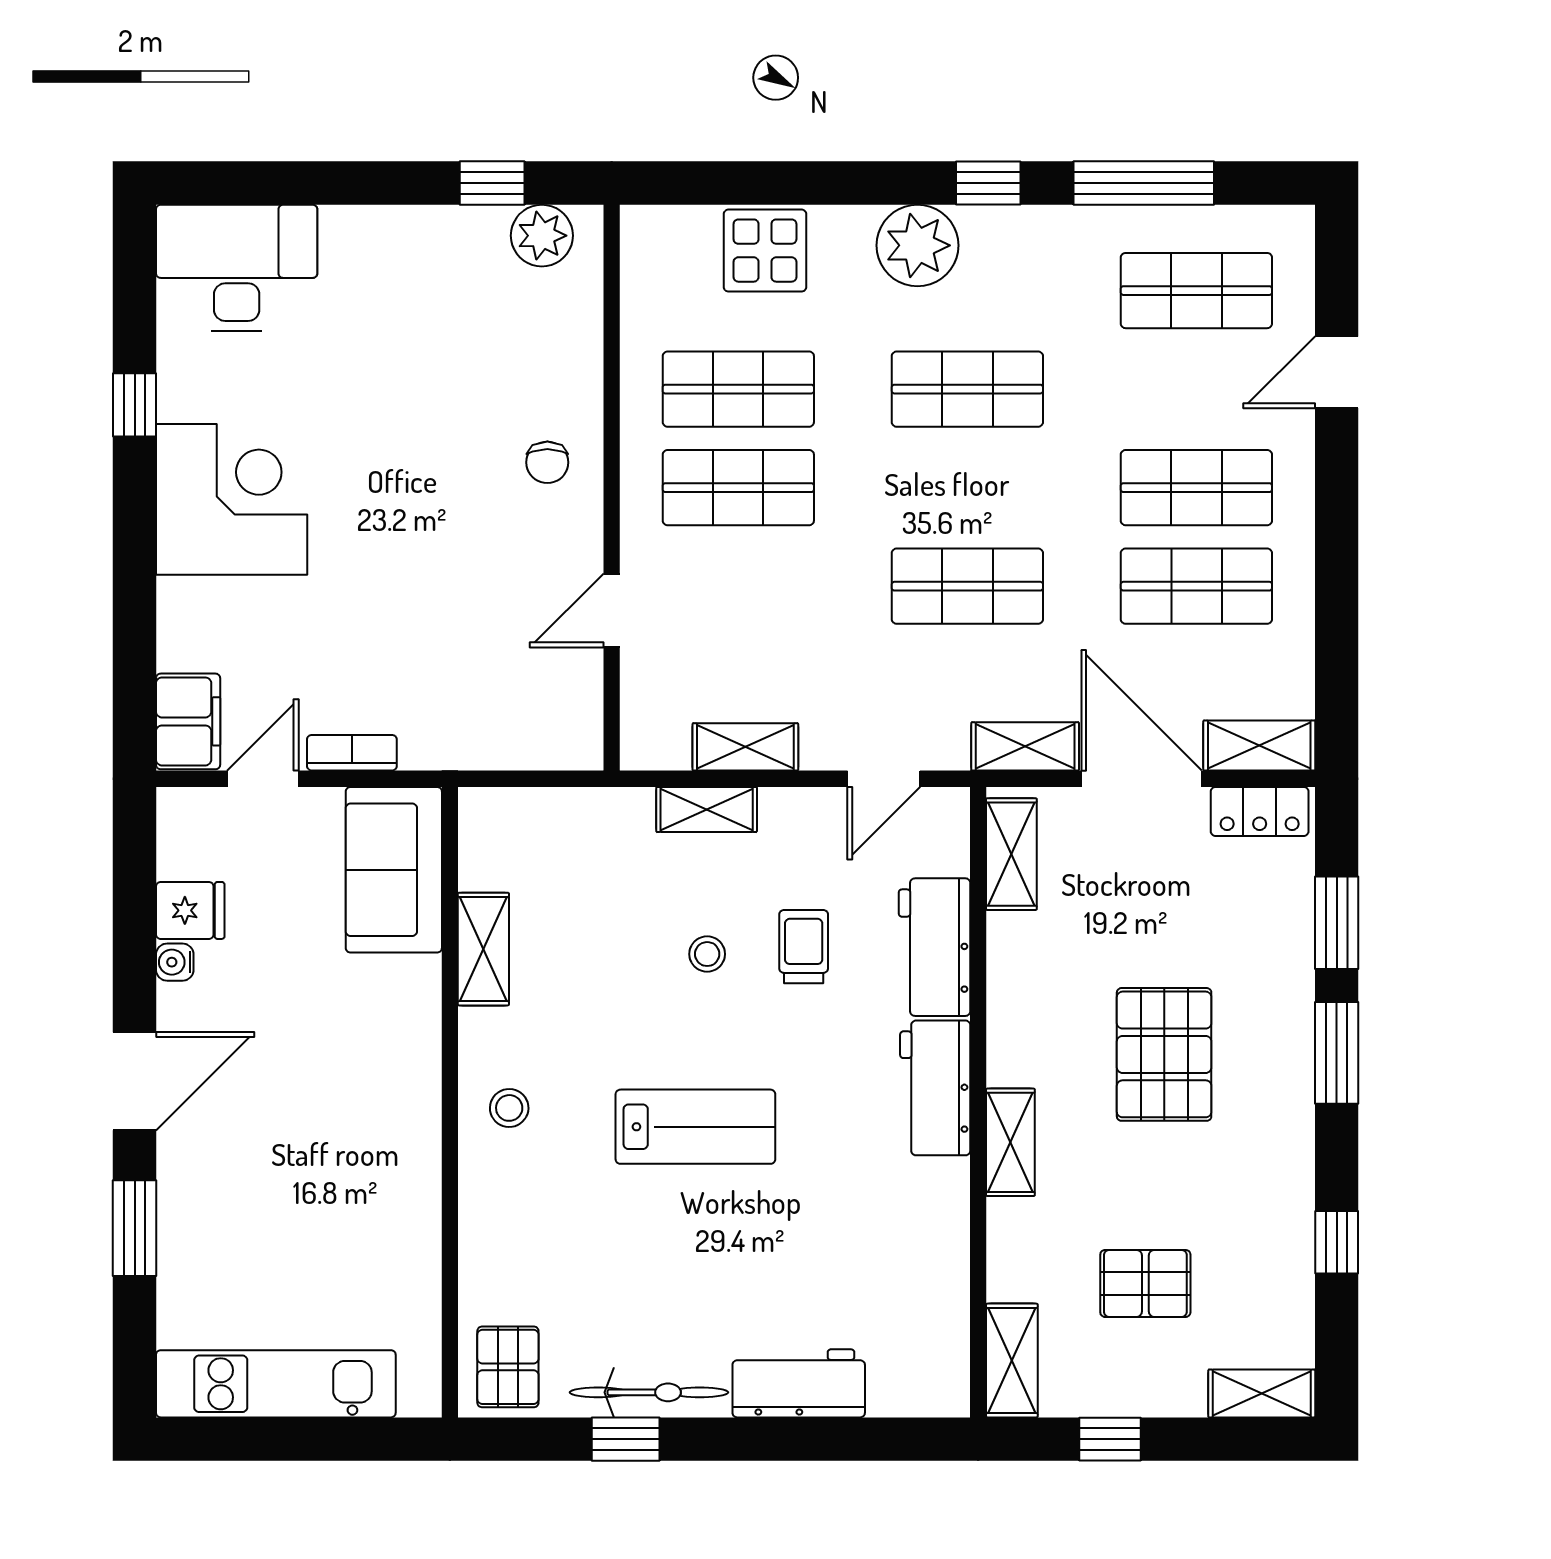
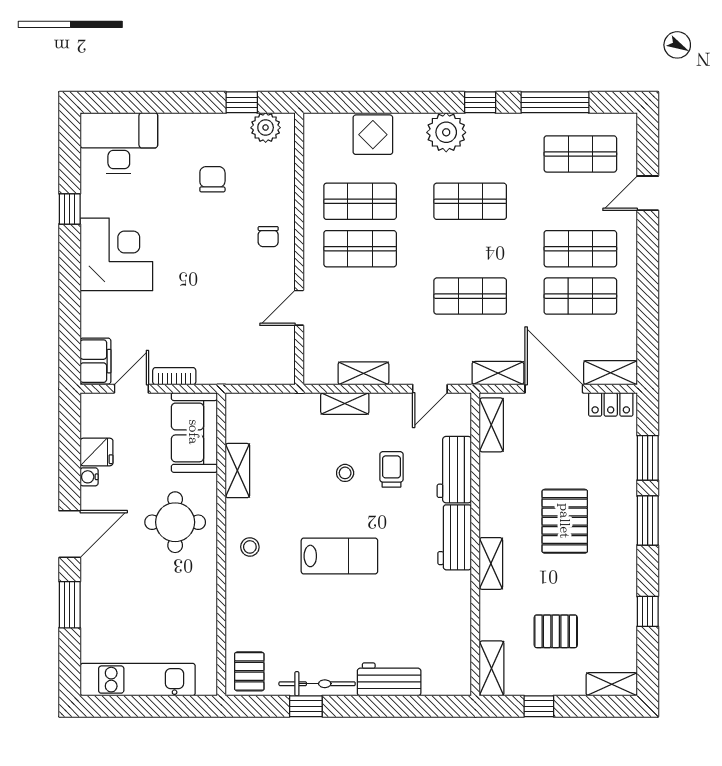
chair: (431, 343) -> (212, 179), added
round table: (354, 1056) -> (175, 522), added

